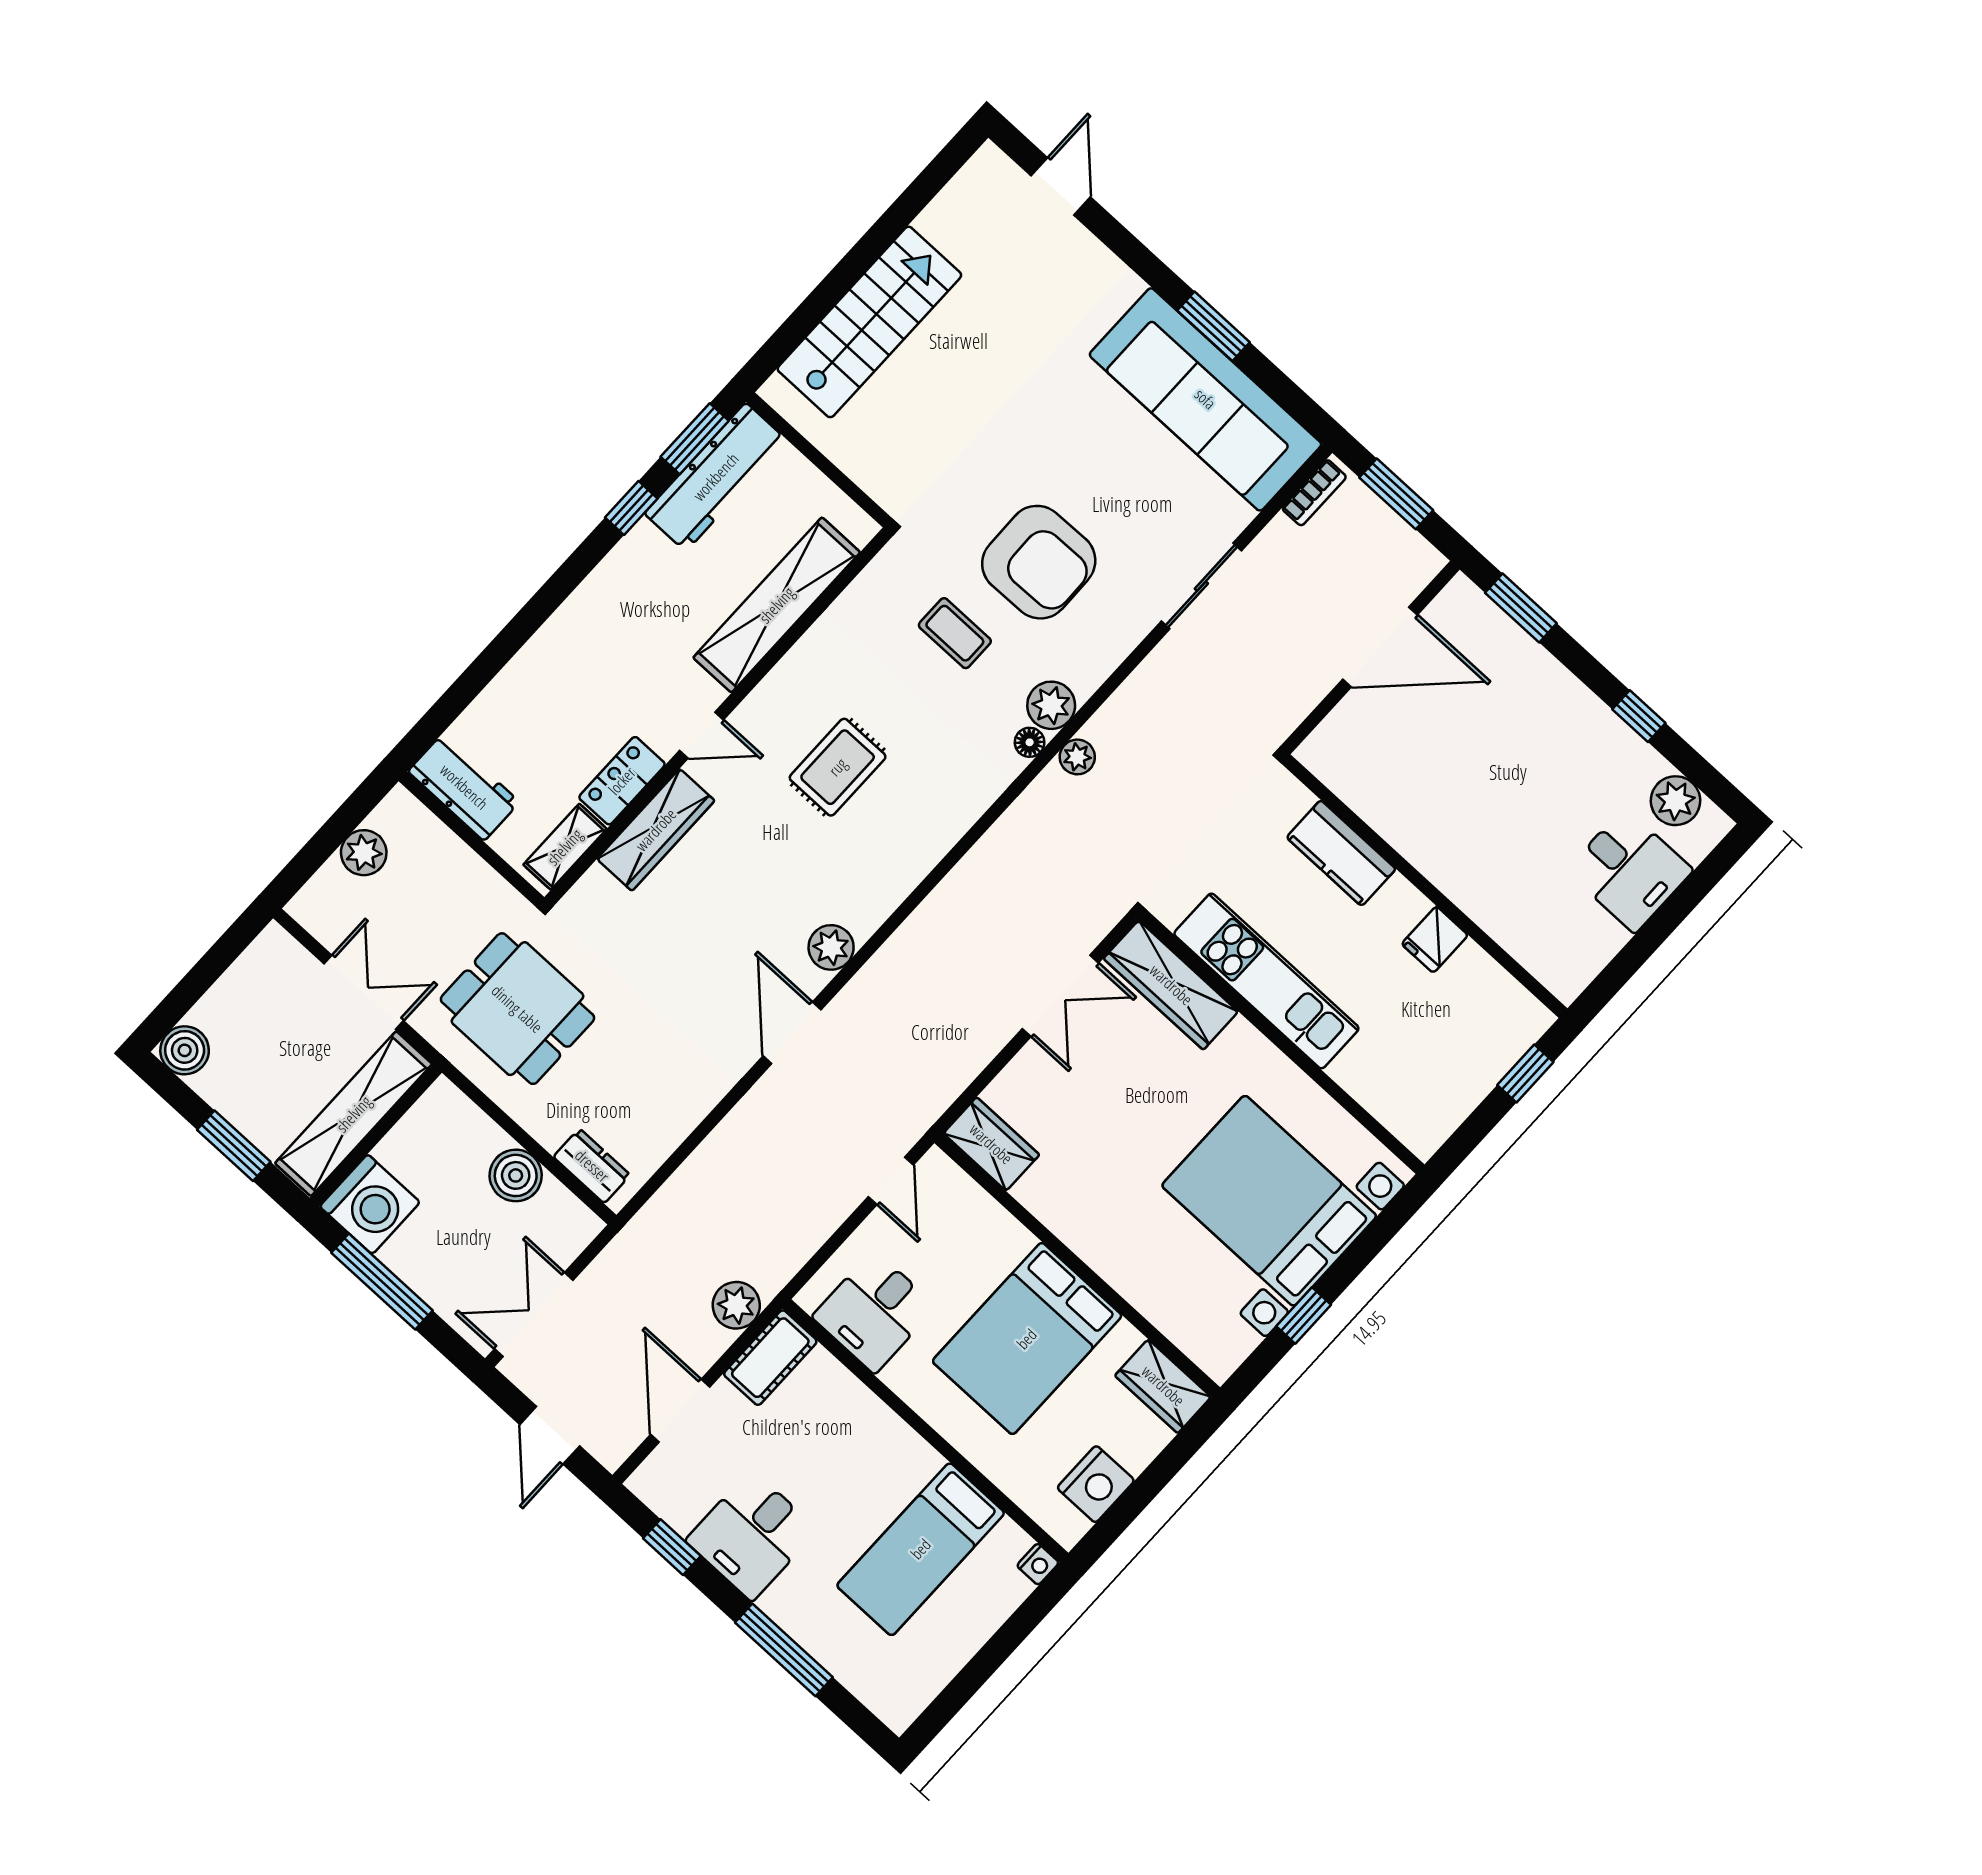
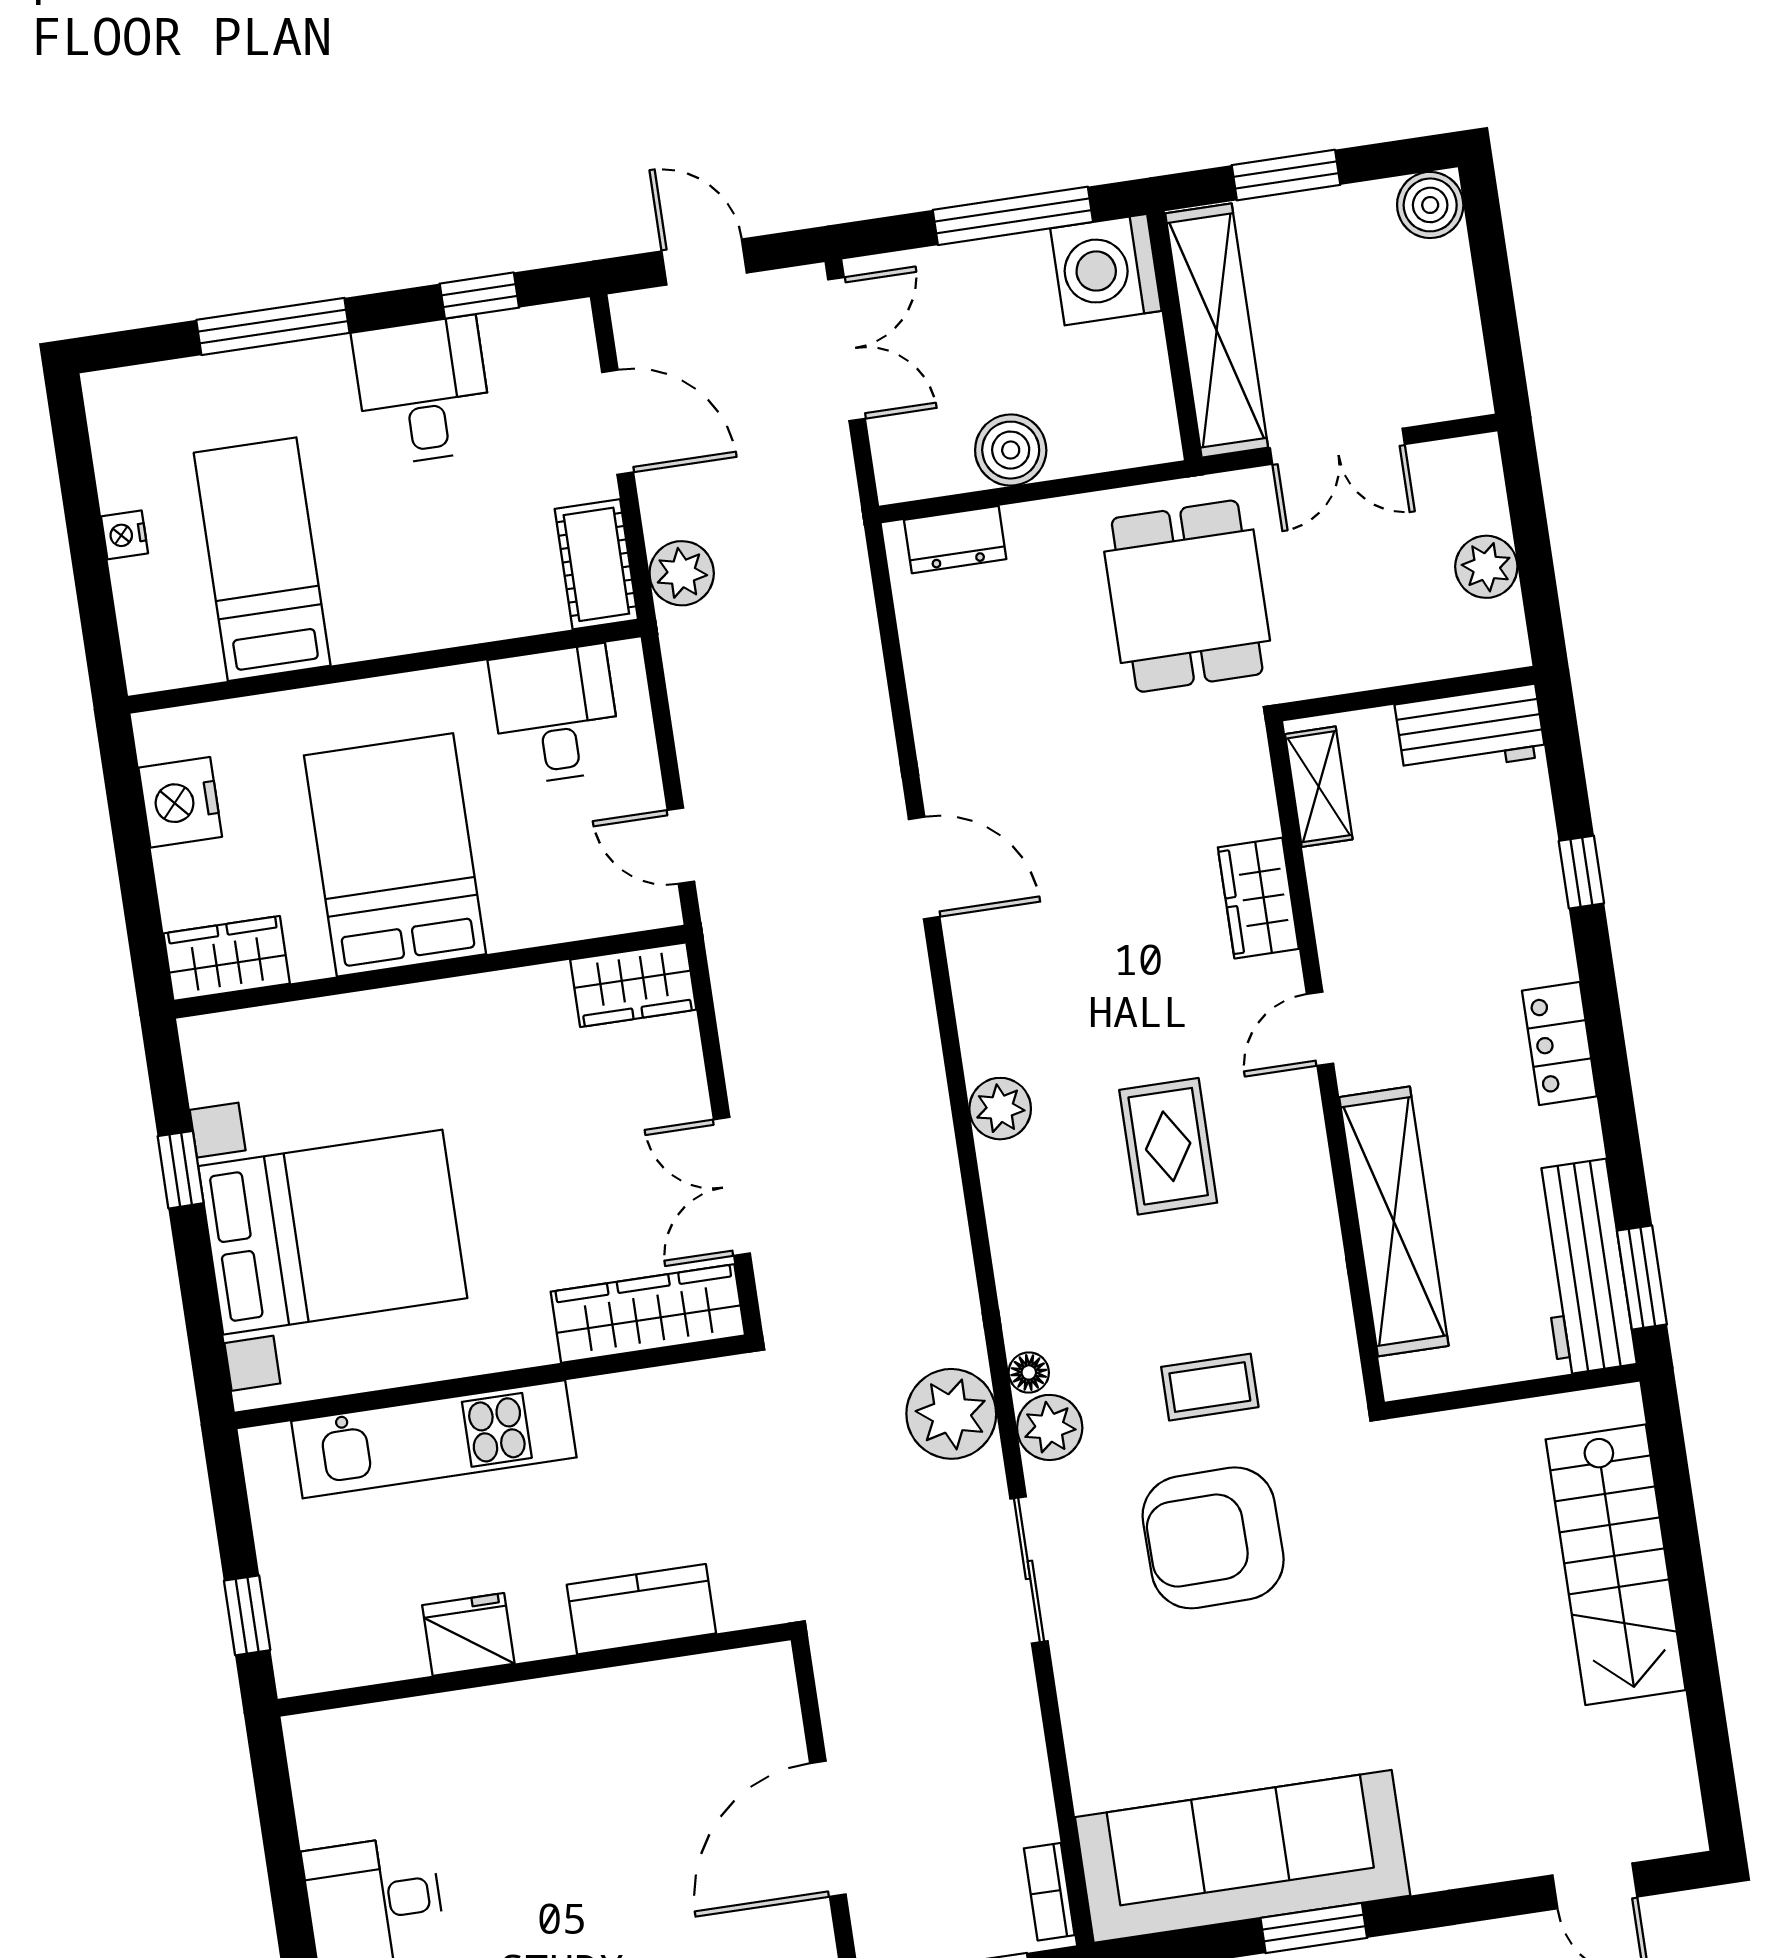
window: (631, 508) -> (1581, 872), moved
sliding door: (1201, 586) -> (1029, 1570), moved
plant: (1077, 757) -> (951, 1414), width x1.88, depth x1.88
locker: (622, 781) -> (1559, 1043), moved, turned 180
wardrobe: (656, 830) -> (1258, 898), width x0.67
fridge: (1435, 940) -> (468, 1634), width x1.38
plant: (831, 947) -> (1000, 1109), moved
kitchen unit: (1266, 981) -> (434, 1439), moved
dining table: (517, 1009) -> (1187, 596), turned 90
nightstand: (1038, 1564) -> (124, 535), moved

